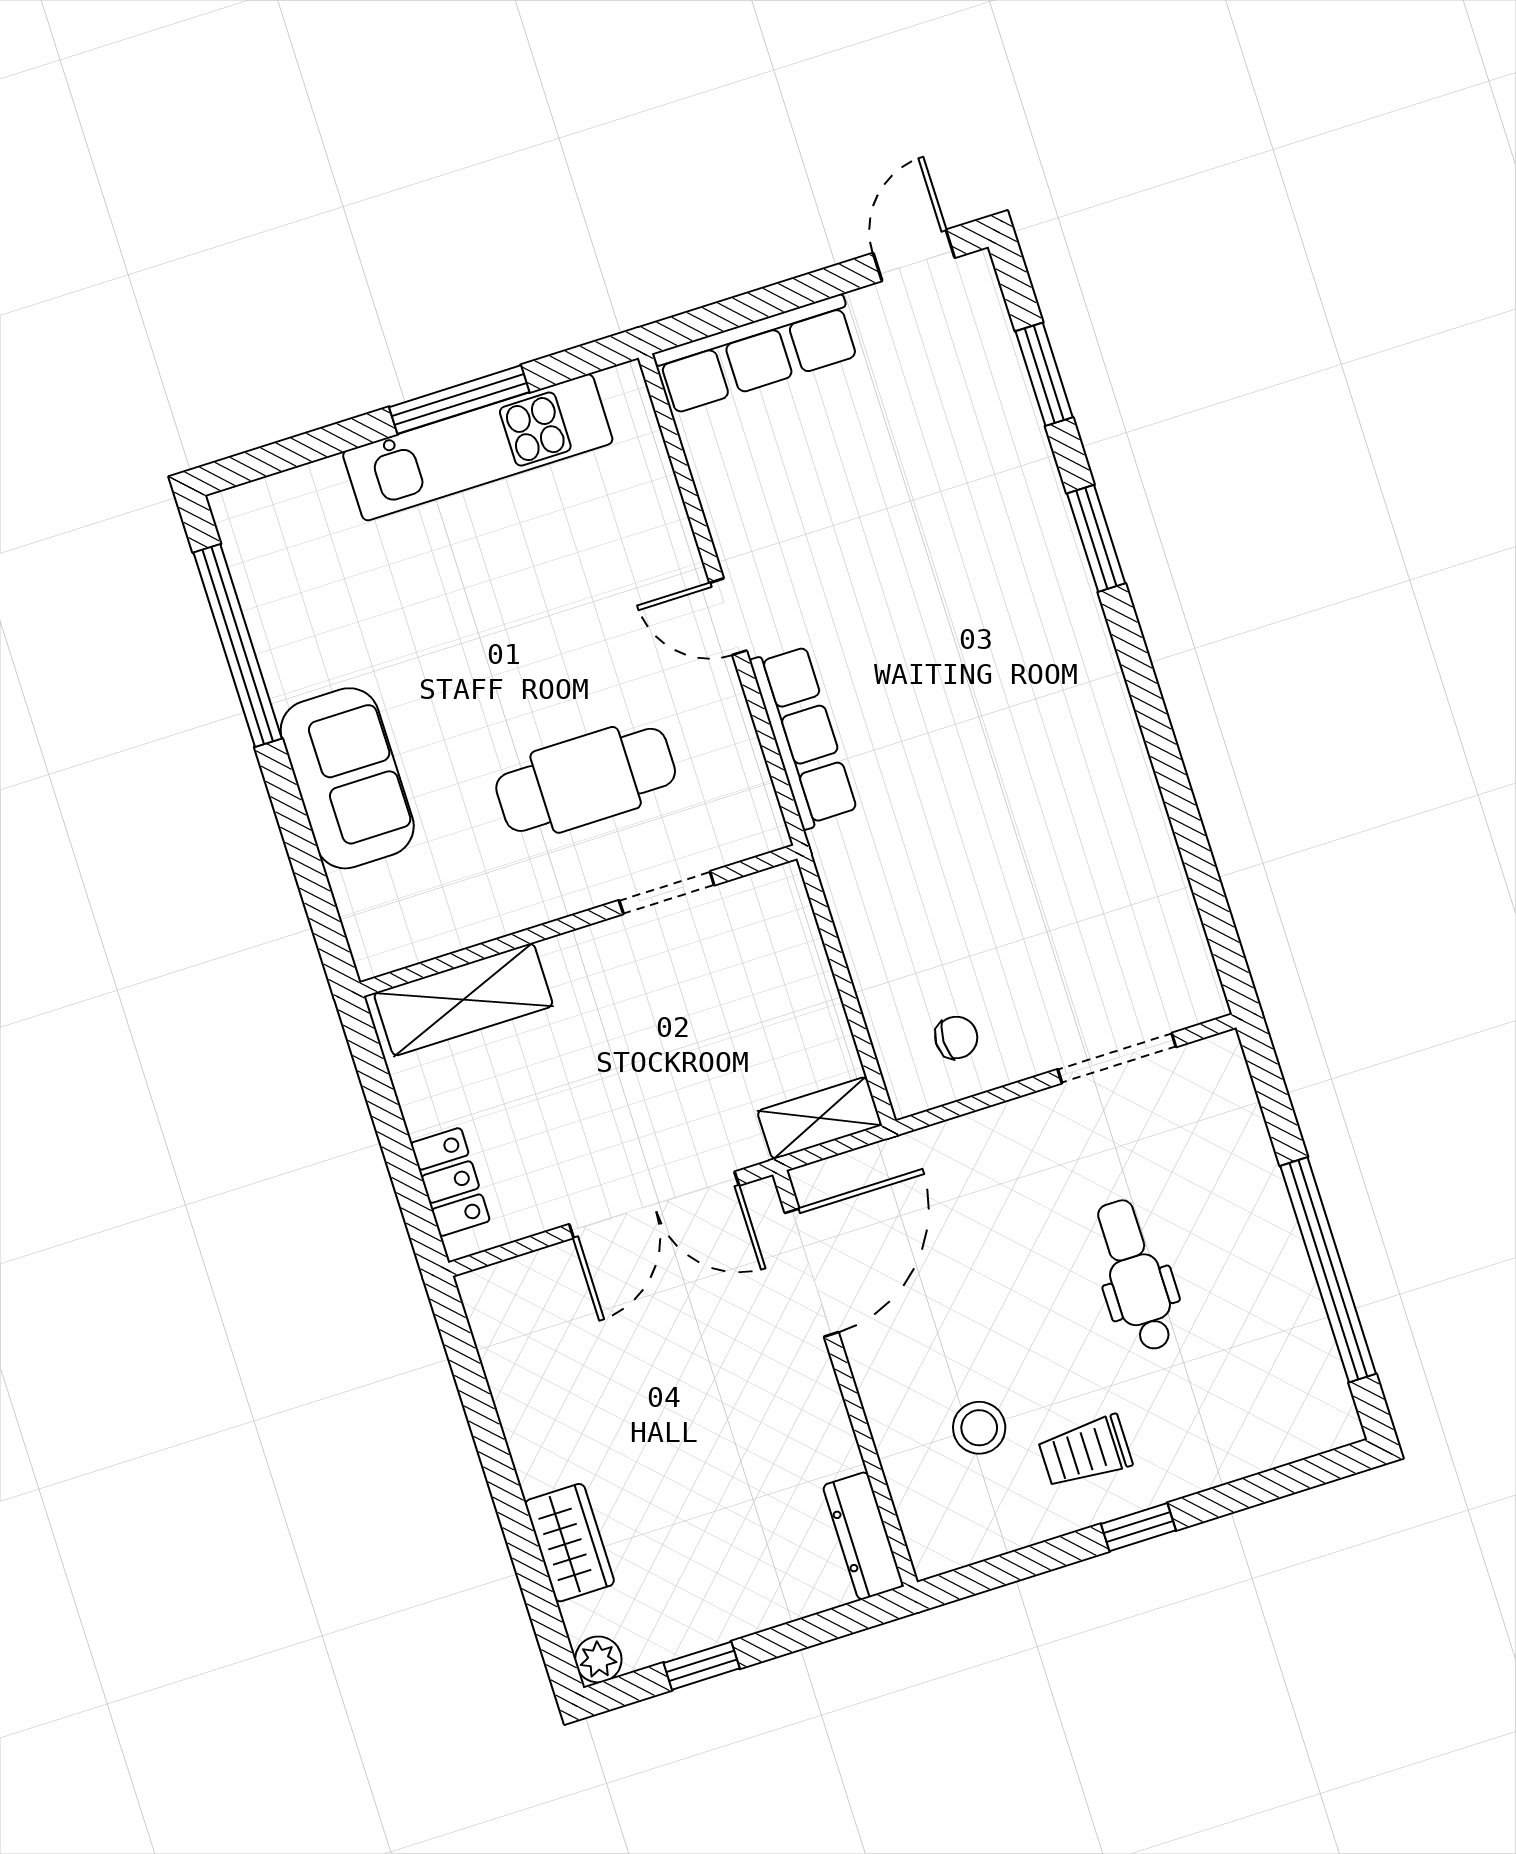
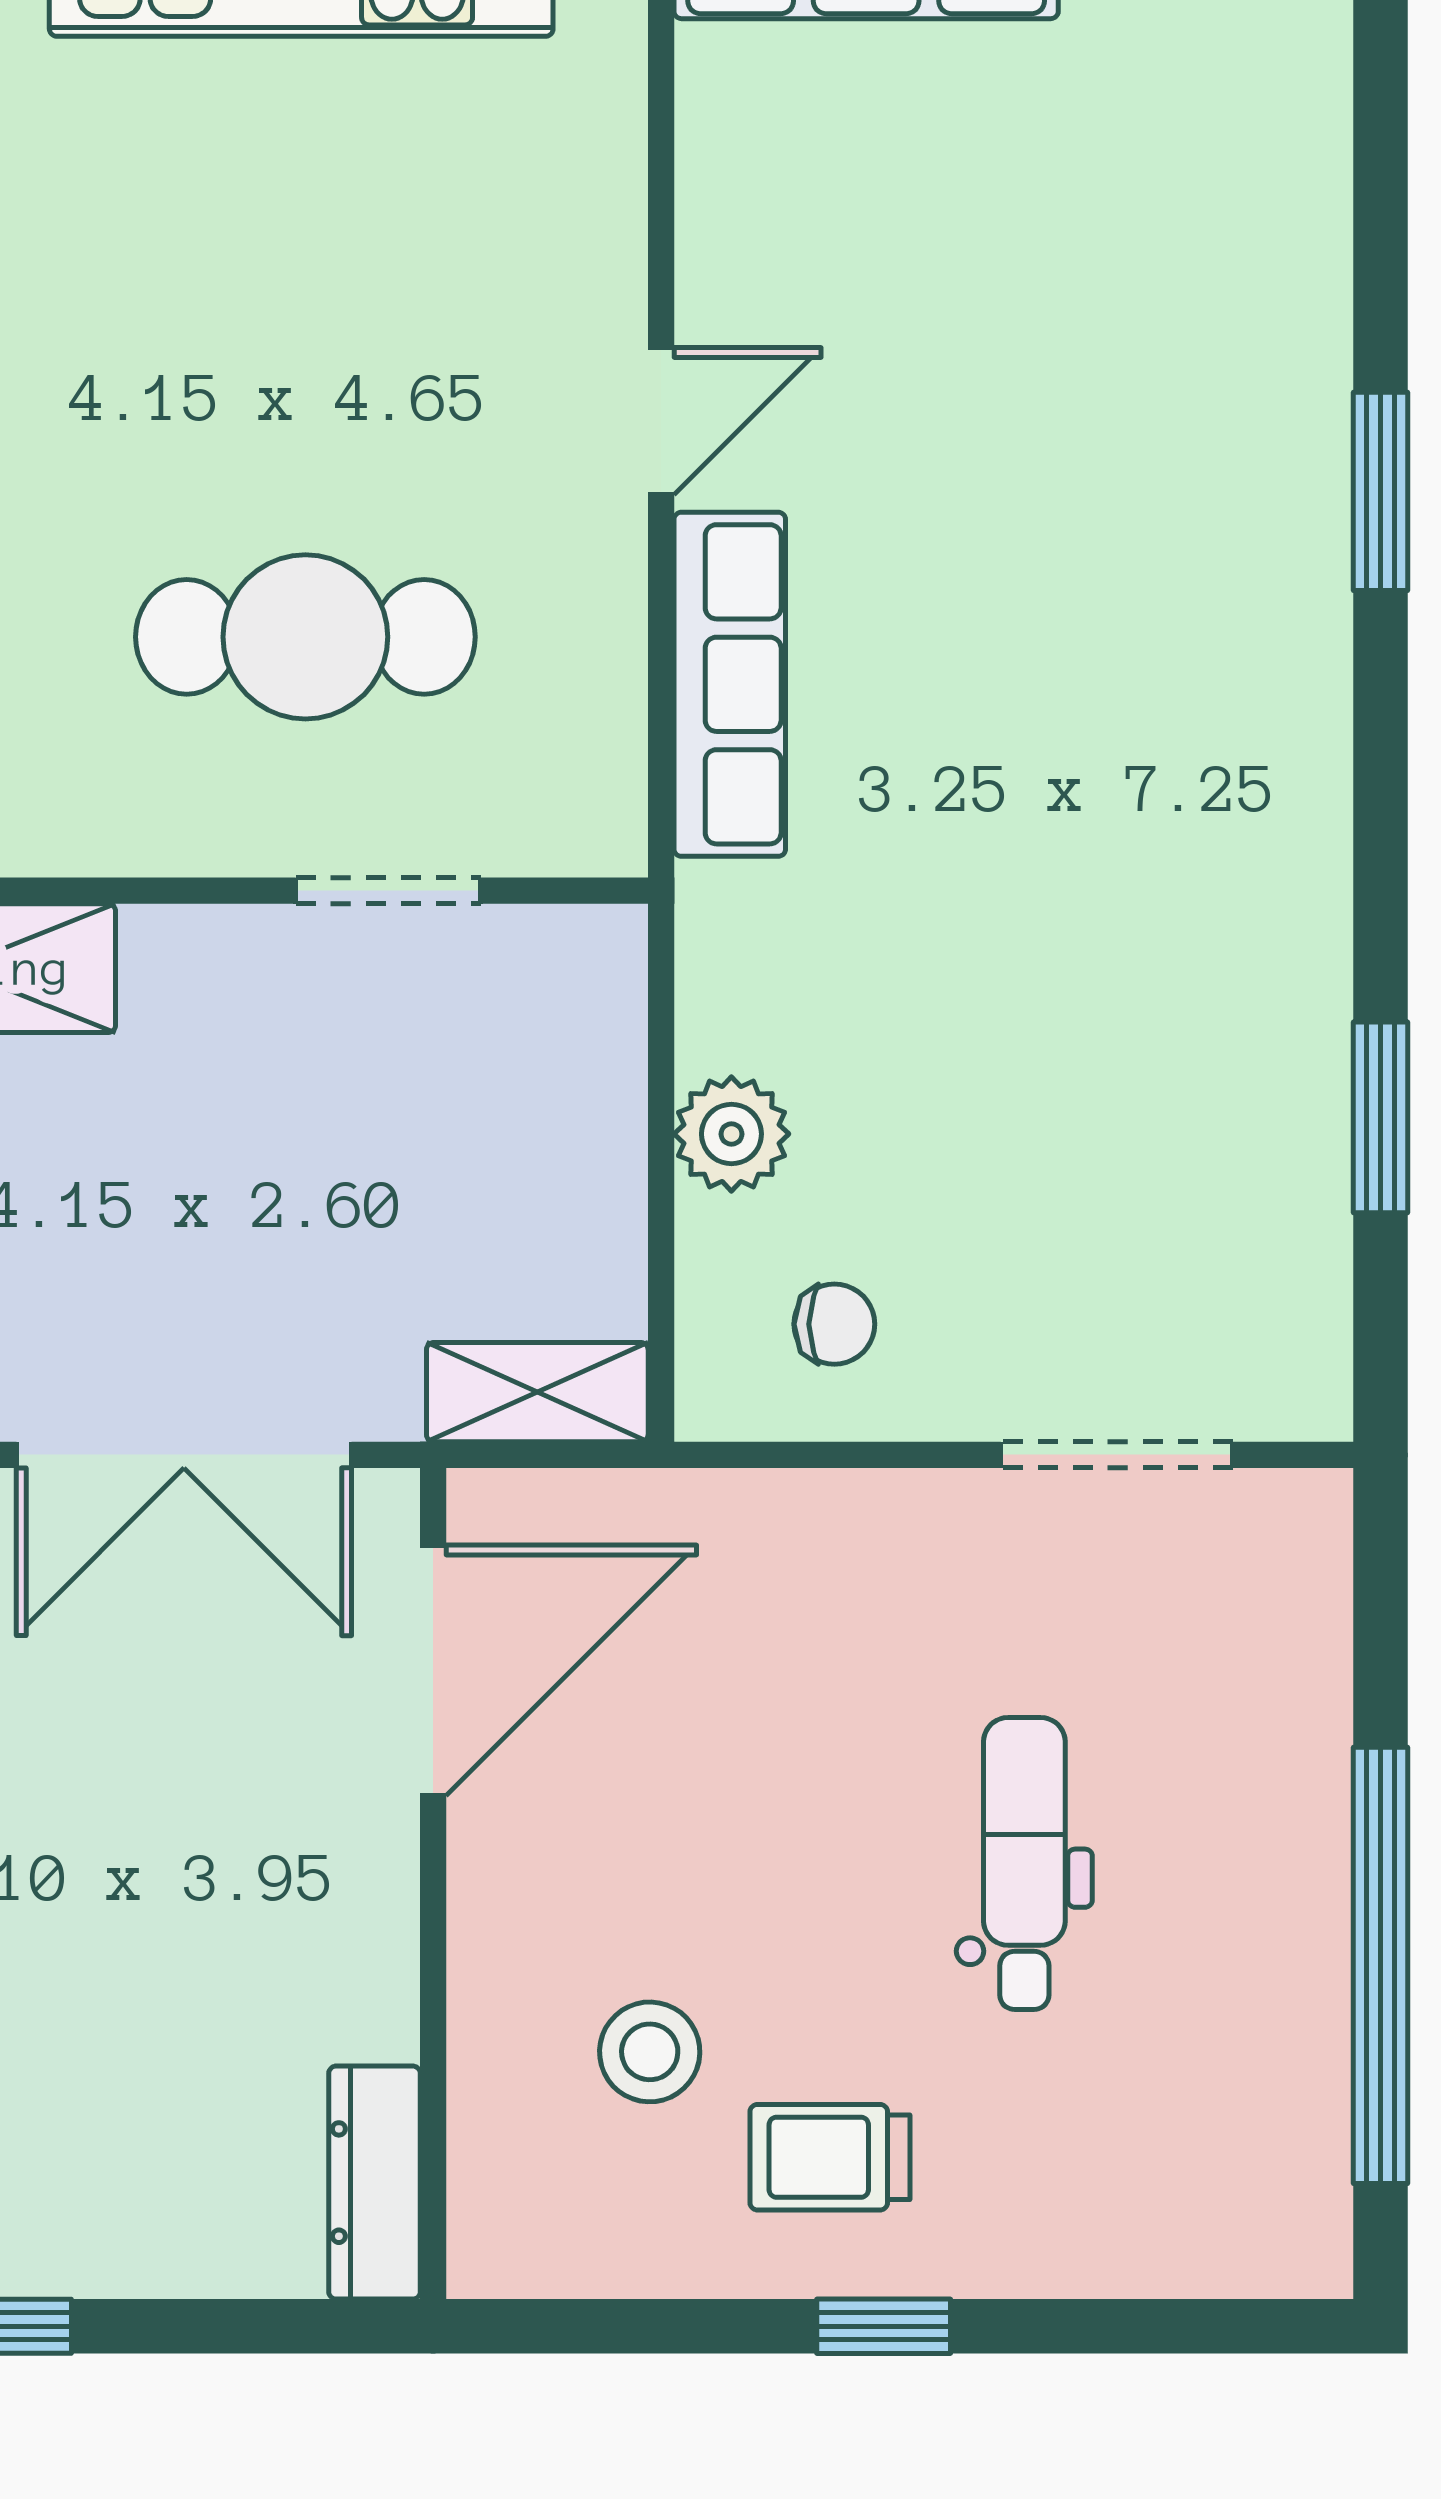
window: (1044, 374) -> (1381, 1117), moved
door: (728, 617) -> (661, 421), swing flipped
plant: (875, 959) -> (731, 1134), added

